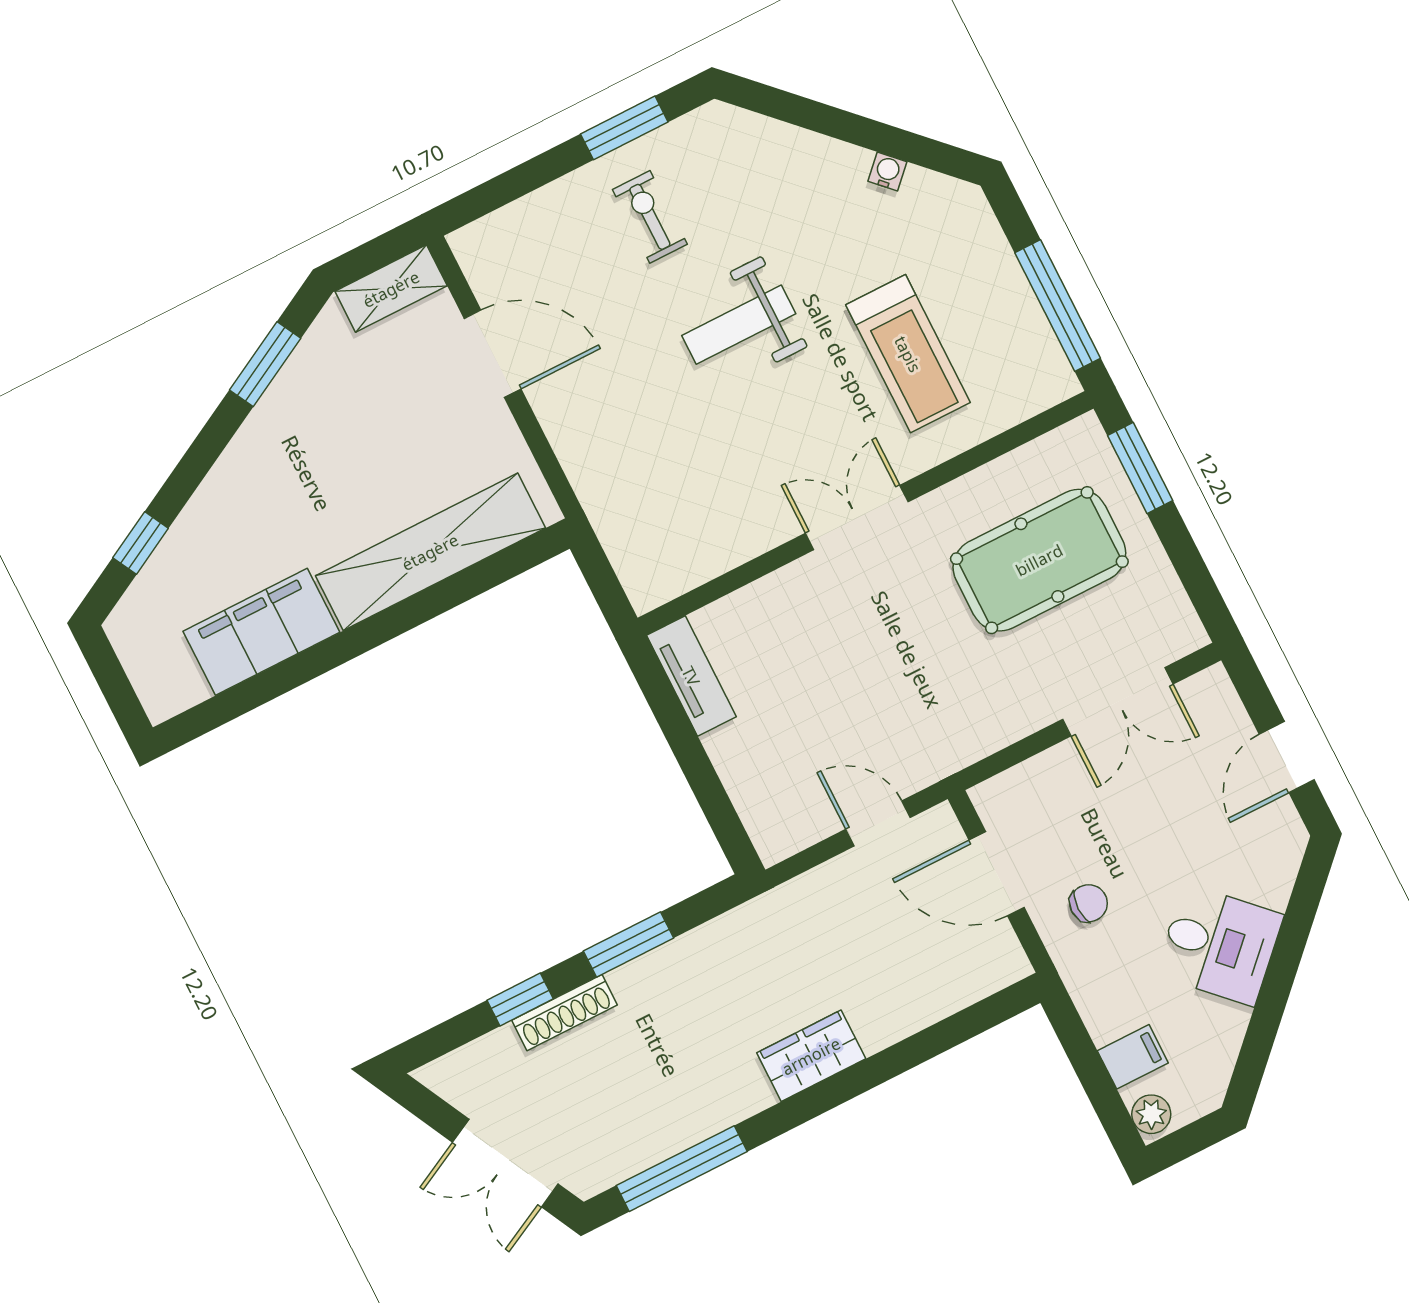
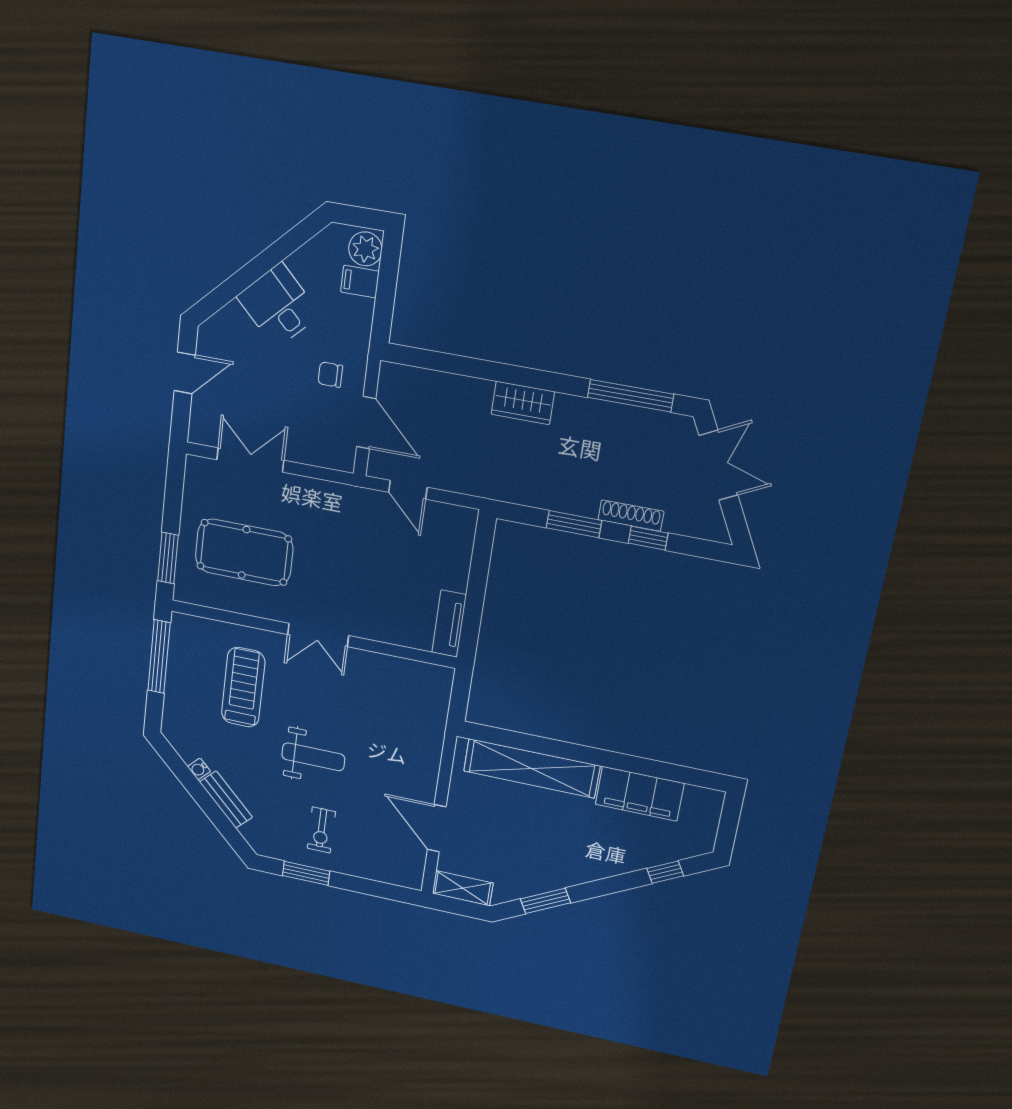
bench: (817, 153) -> (226, 800), added
plant: (1151, 1114) -> (365, 249), width x1.38, depth x1.38

